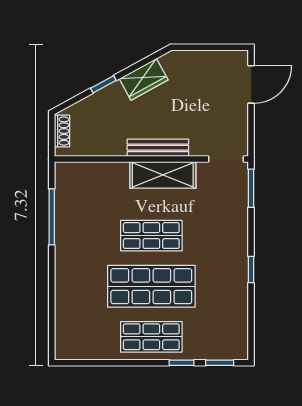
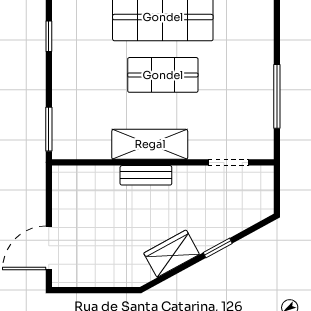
shoe rack: (62, 131) -> (265, 194), removed
bench: (158, 148) -> (146, 175), width x0.73
doorway: (226, 159) -> (228, 162), moved

